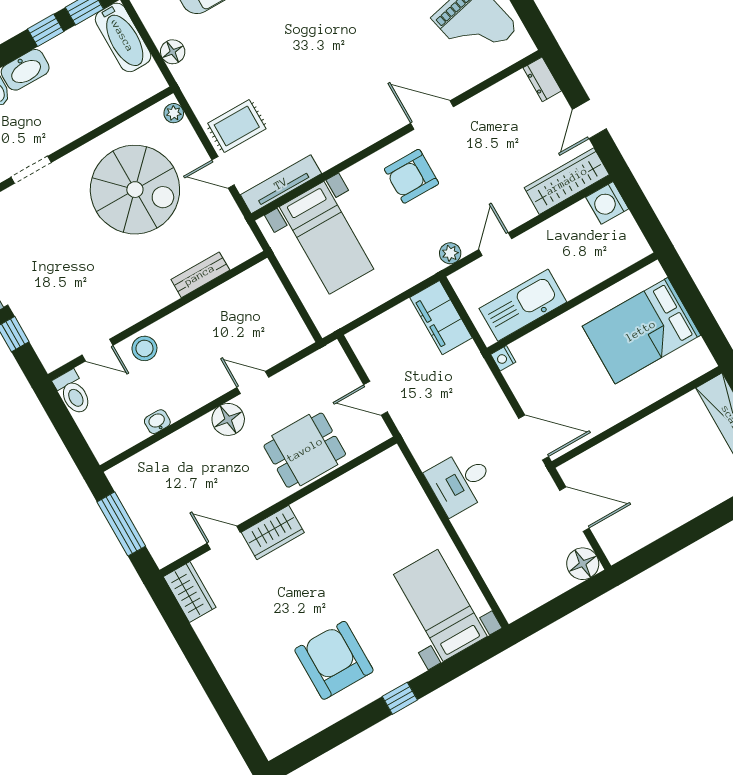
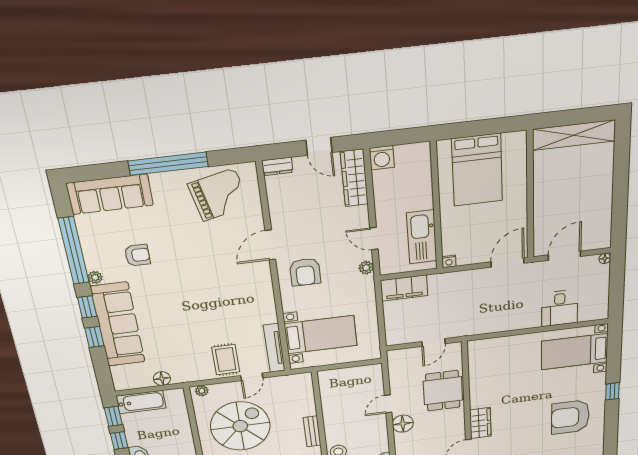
bench: (200, 275) -> (312, 431), moved
desk: (460, 482) -> (560, 308), moved
floor lamp: (583, 564) -> (605, 258), width x0.53, depth x0.53

